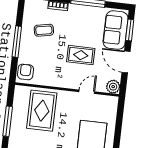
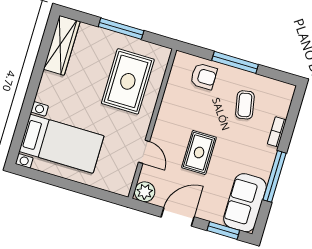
sofa: (116, 30) -> (245, 203), moved, turned -90
armchair: (25, 72) -> (204, 76), moved
rug: (42, 111) -> (128, 81), turned 90

